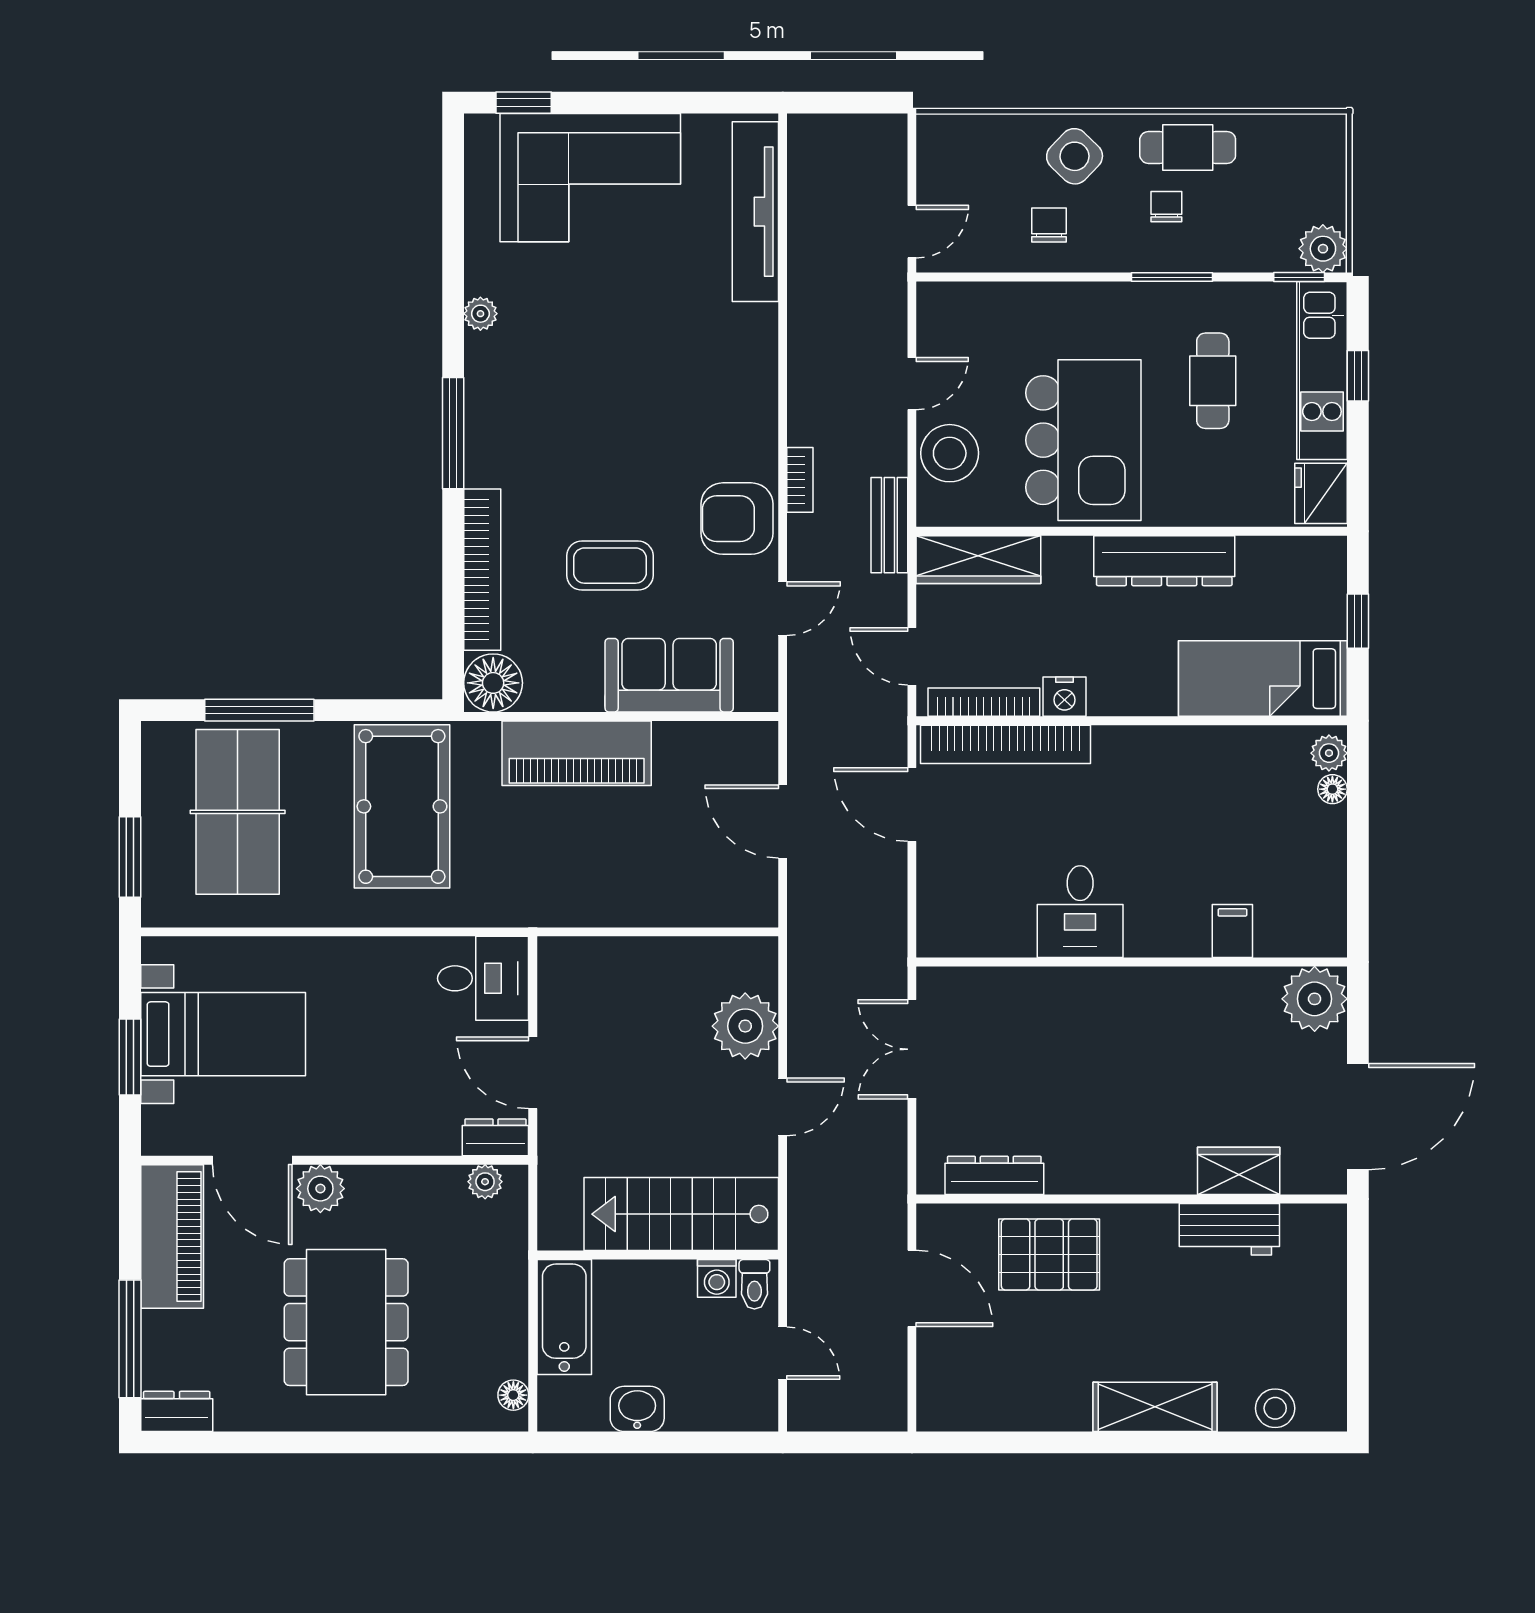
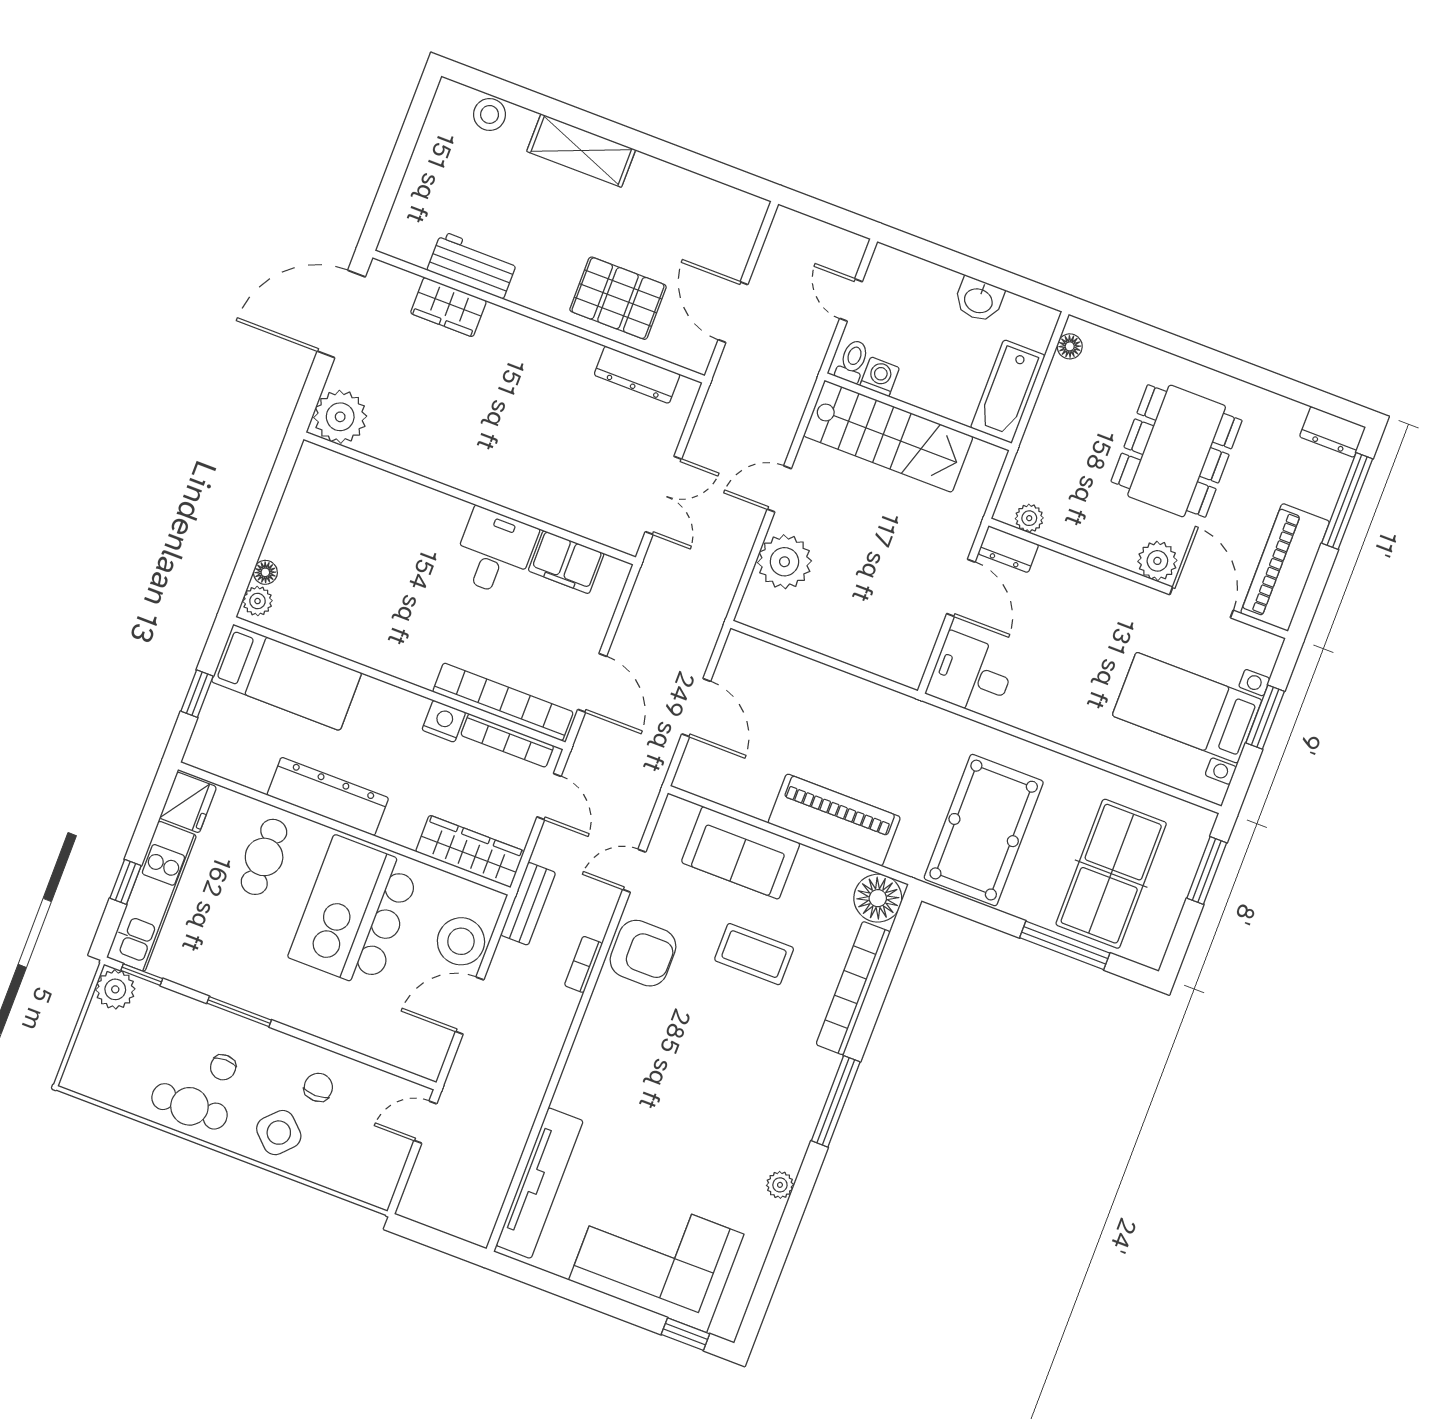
chair: (1049, 225) -> (318, 1087), turned 180
cafe table: (1213, 381) -> (264, 857), moved
door: (912, 384) -> (470, 1006), width x1.37
filing cabinet: (1232, 931) -> (566, 562), moved, width x2.00

